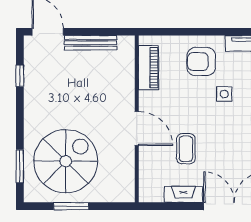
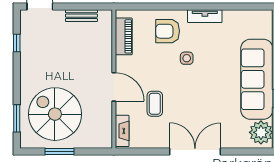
bench: (91, 43) -> (81, 16), width x0.73
spiral stairs: (66, 161) -> (55, 114), turned -90
fireplace: (183, 194) -> (122, 131), moved, turned 90

